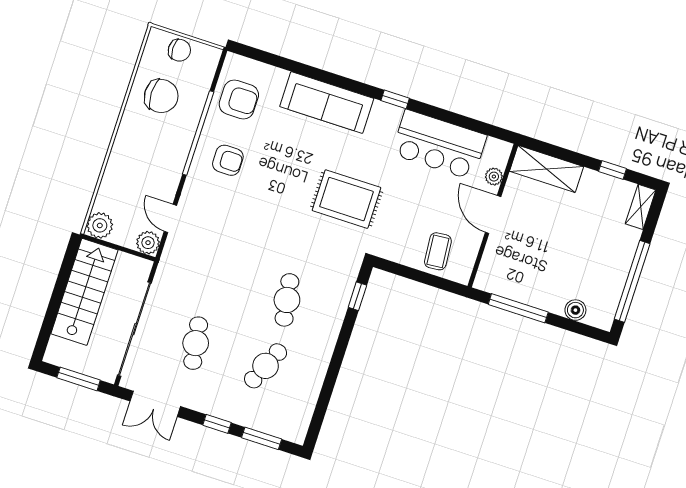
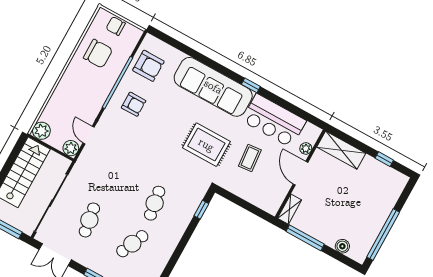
chair: (179, 50) -> (116, 26), turned 180
sofa: (327, 103) -> (213, 87), width x1.36, depth x1.27
shelving: (641, 207) -> (290, 209), moved
coffee table: (438, 251) -> (250, 158), moved

